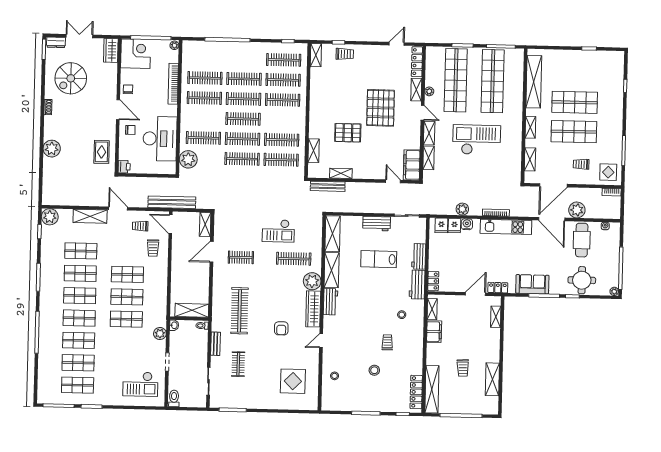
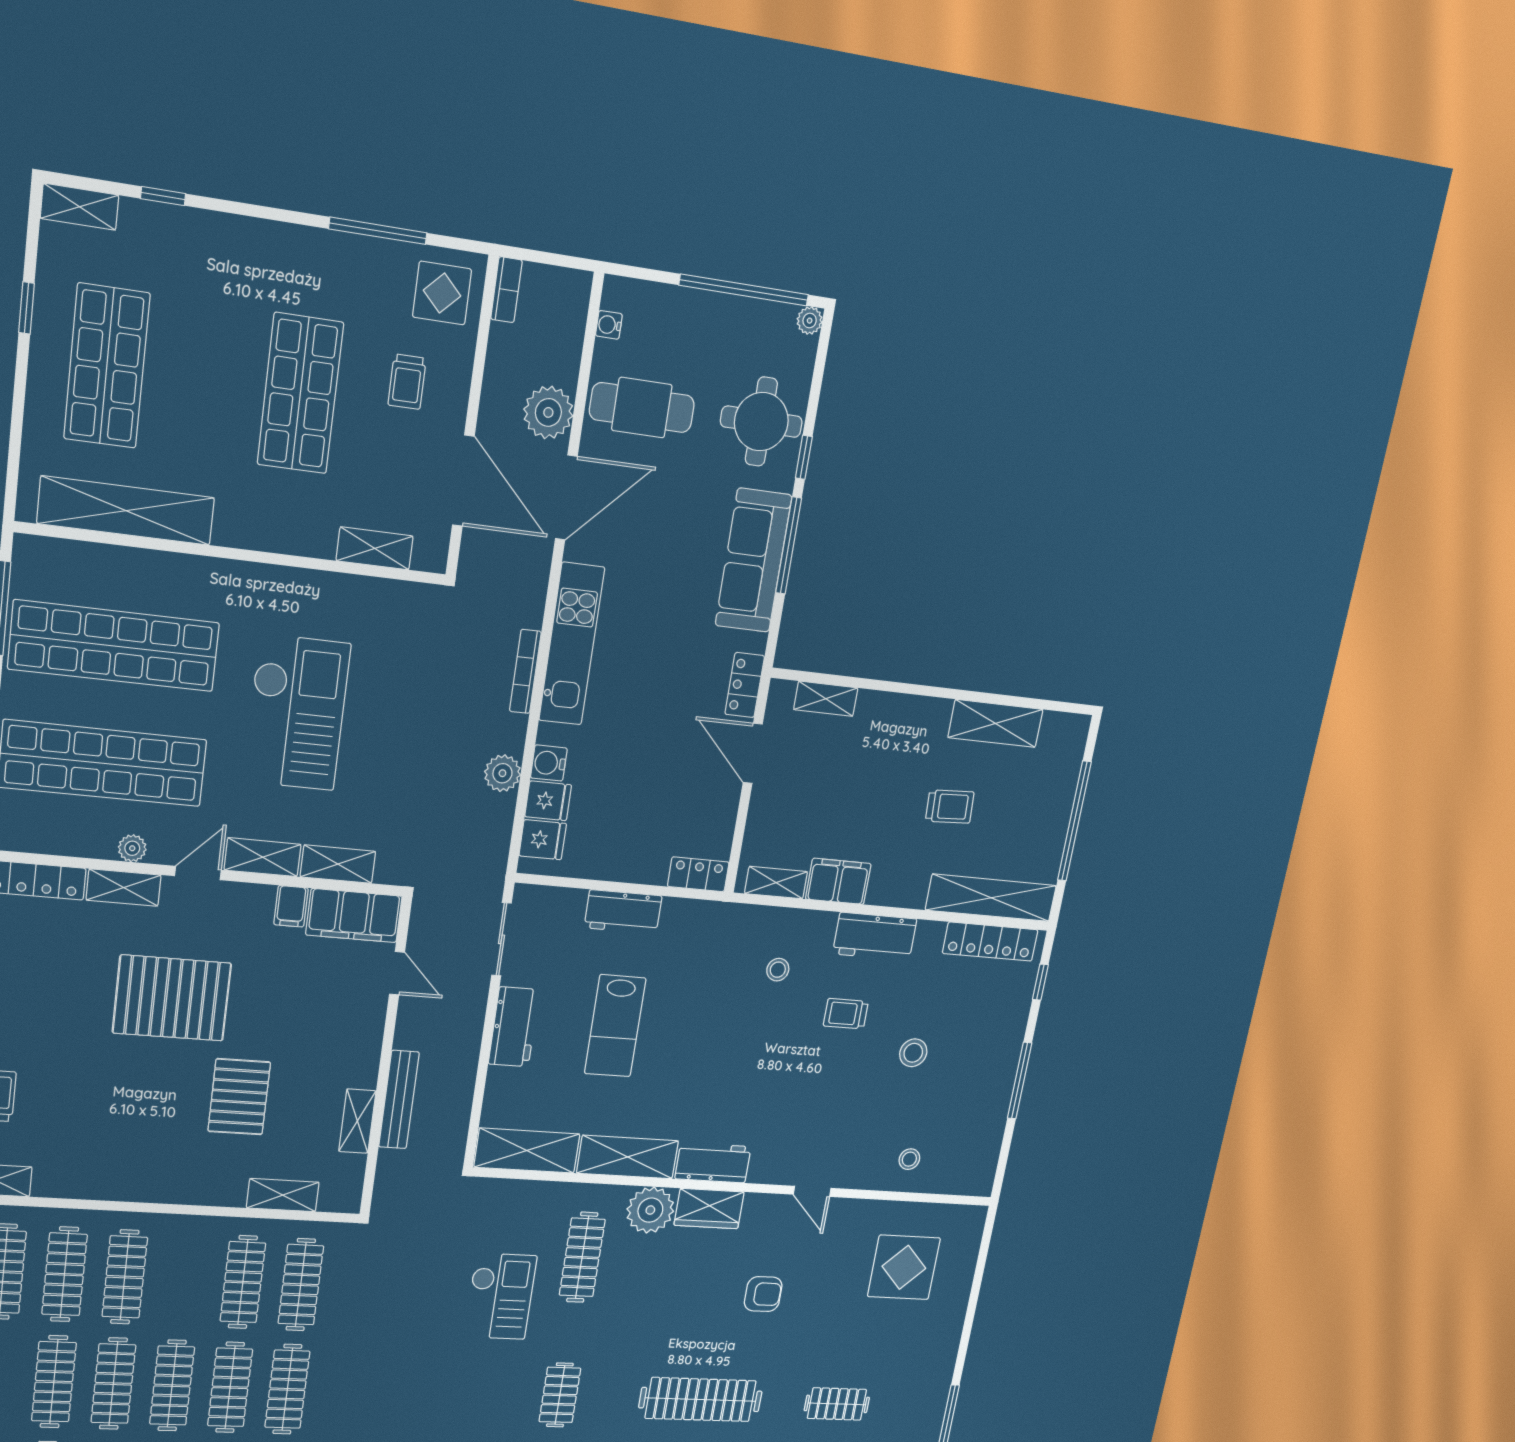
shop shelf: (575, 102) -> (107, 366), moved
shelving: (530, 127) -> (80, 207), moved
checkout: (477, 140) -> (297, 713), turned 180
filing cabinet: (414, 144) -> (291, 906), added
door: (393, 181) -> (397, 973), swing flipped
bench: (328, 186) -> (399, 1100), moved
sofa: (532, 284) -> (753, 561), width x1.36
workbench: (417, 285) -> (875, 936), moved
wardrobe: (313, 309) -> (709, 1209), width x0.67

